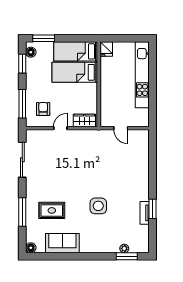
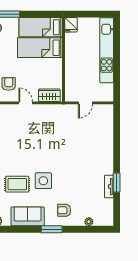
door: (60, 128) -> (26, 103), hinge flipped
door: (121, 128) -> (85, 103), hinge flipped
side table: (98, 206) -> (43, 181), moved
armchair: (99, 237) -> (64, 210), added
window: (127, 256) -> (52, 229), moved

